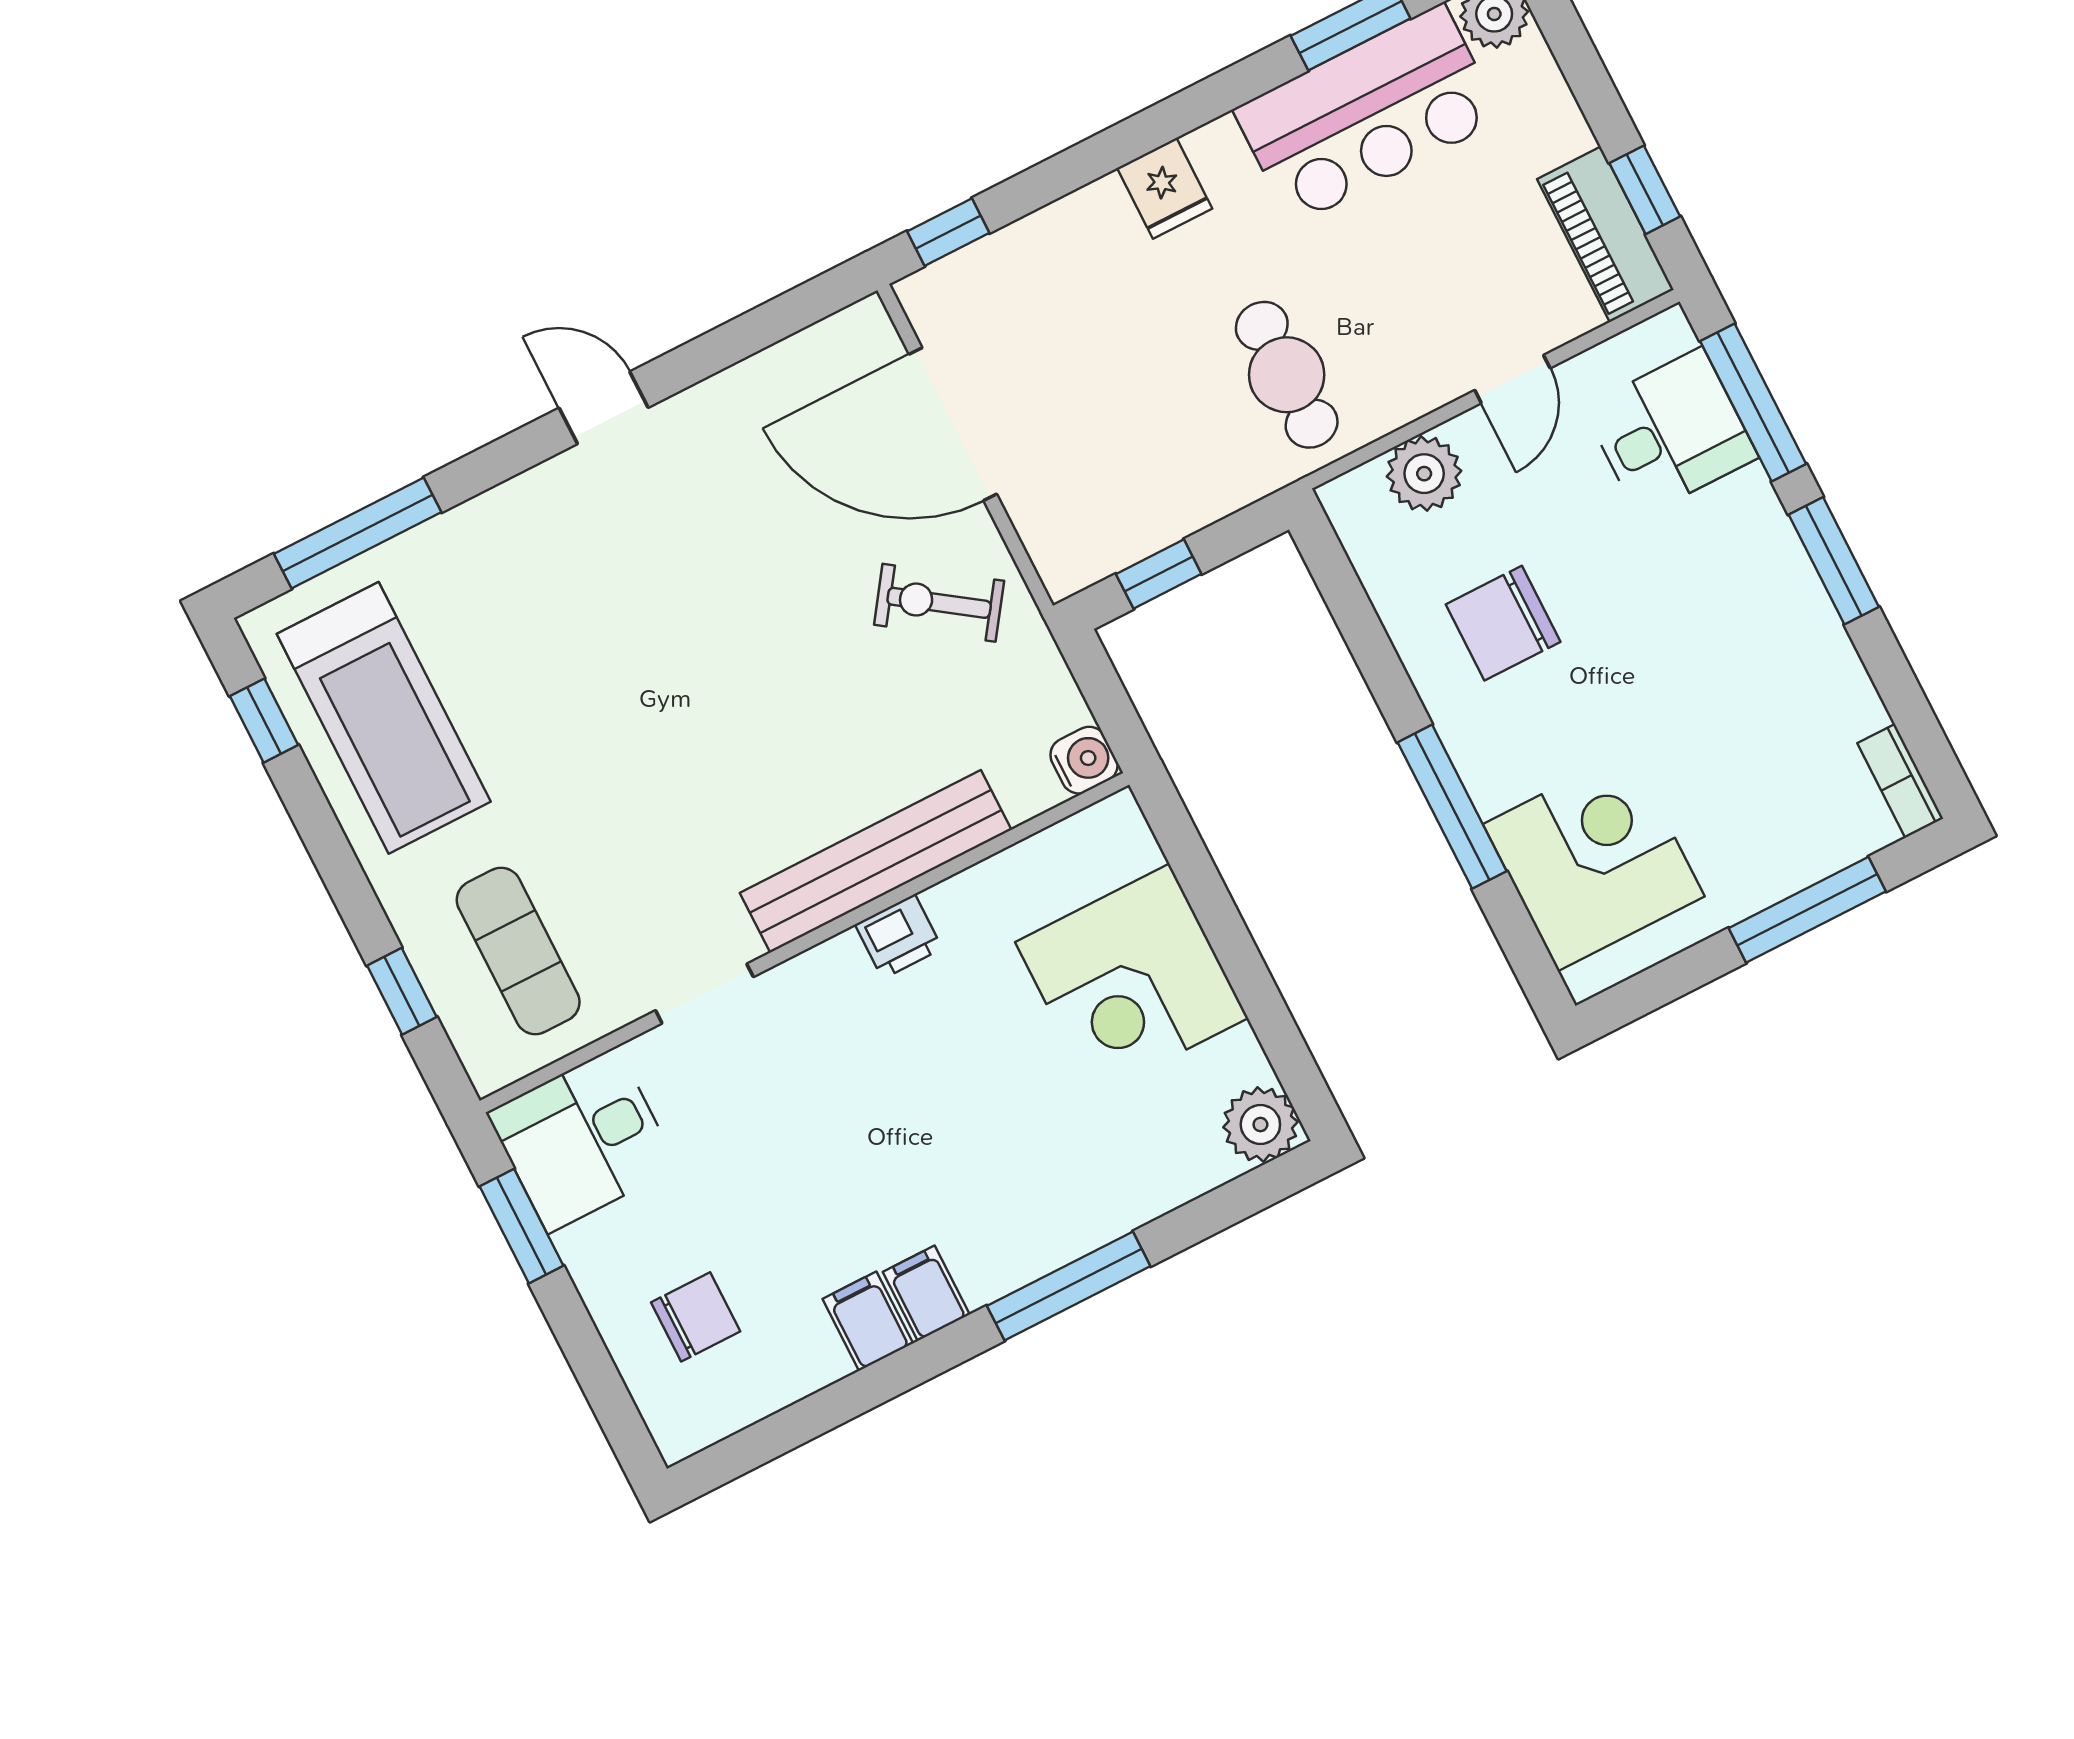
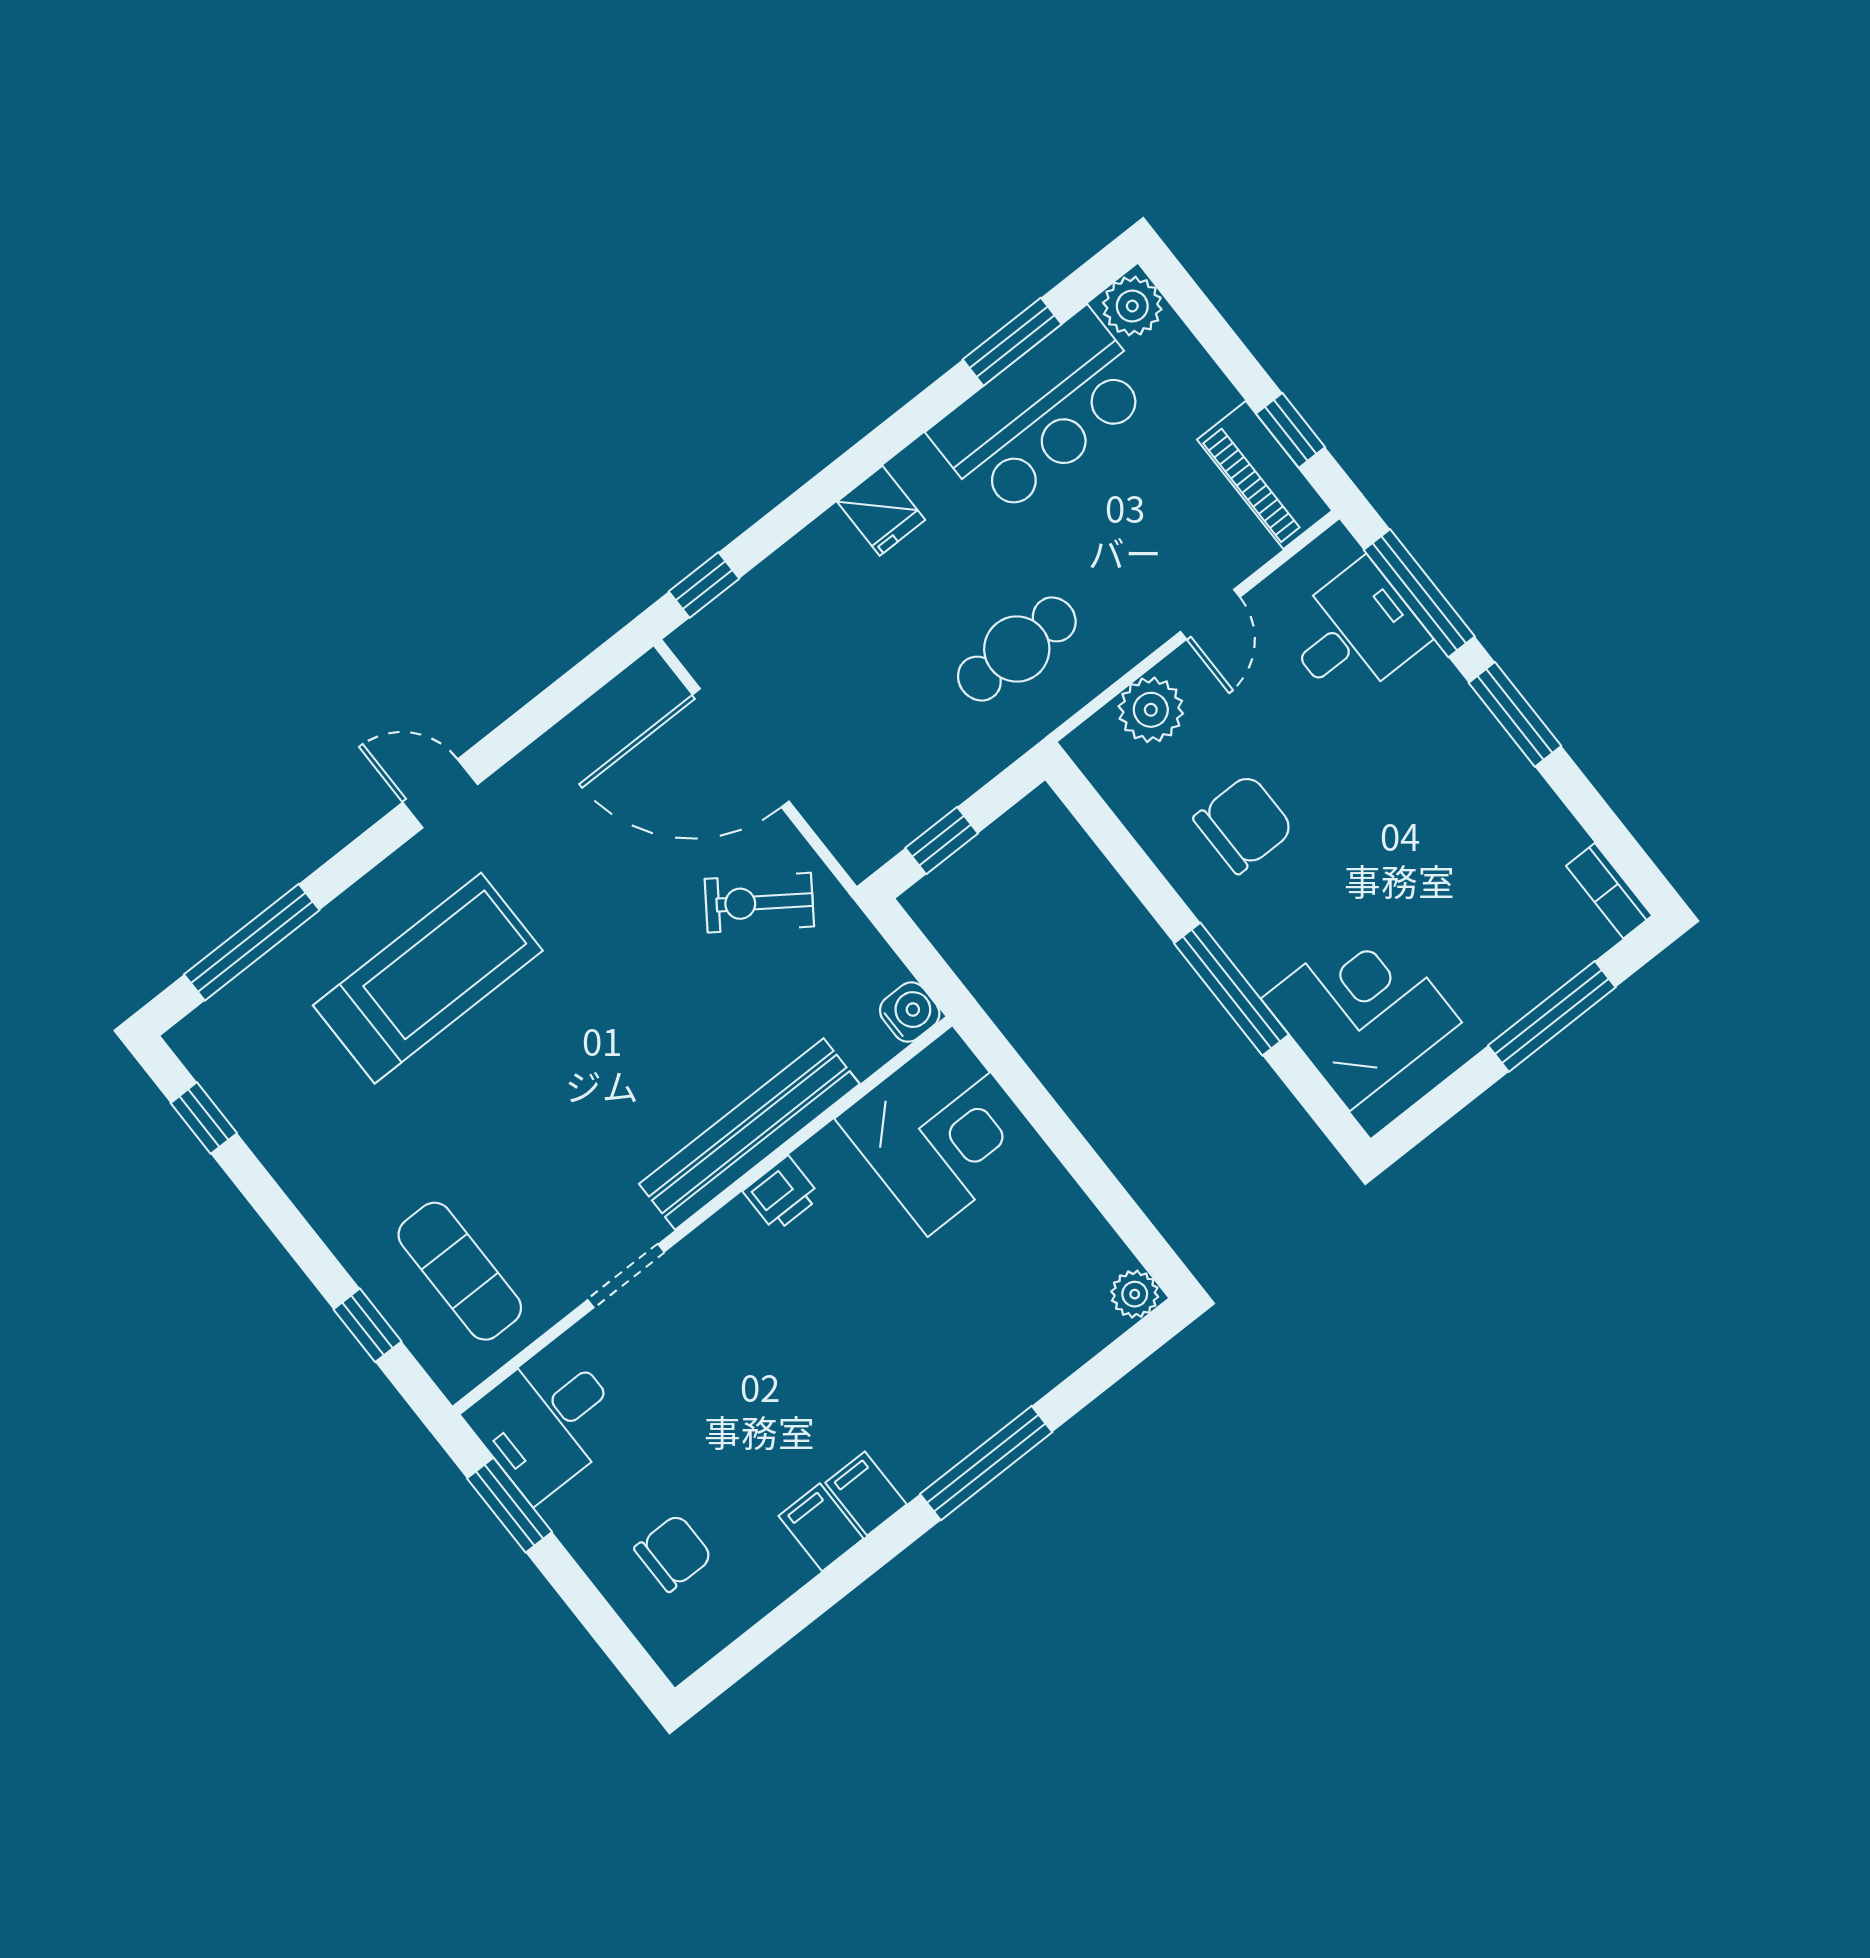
cafe table: (1287, 375) -> (1017, 649), turned 90
chair: (1503, 623) -> (1244, 824), turned 180
treadmill: (384, 718) -> (428, 978), moved, turned -90
corner desk: (1132, 980) -> (940, 1131), moved, turned -90
plant: (1260, 1125) -> (1135, 1294), width x0.73, depth x0.73

